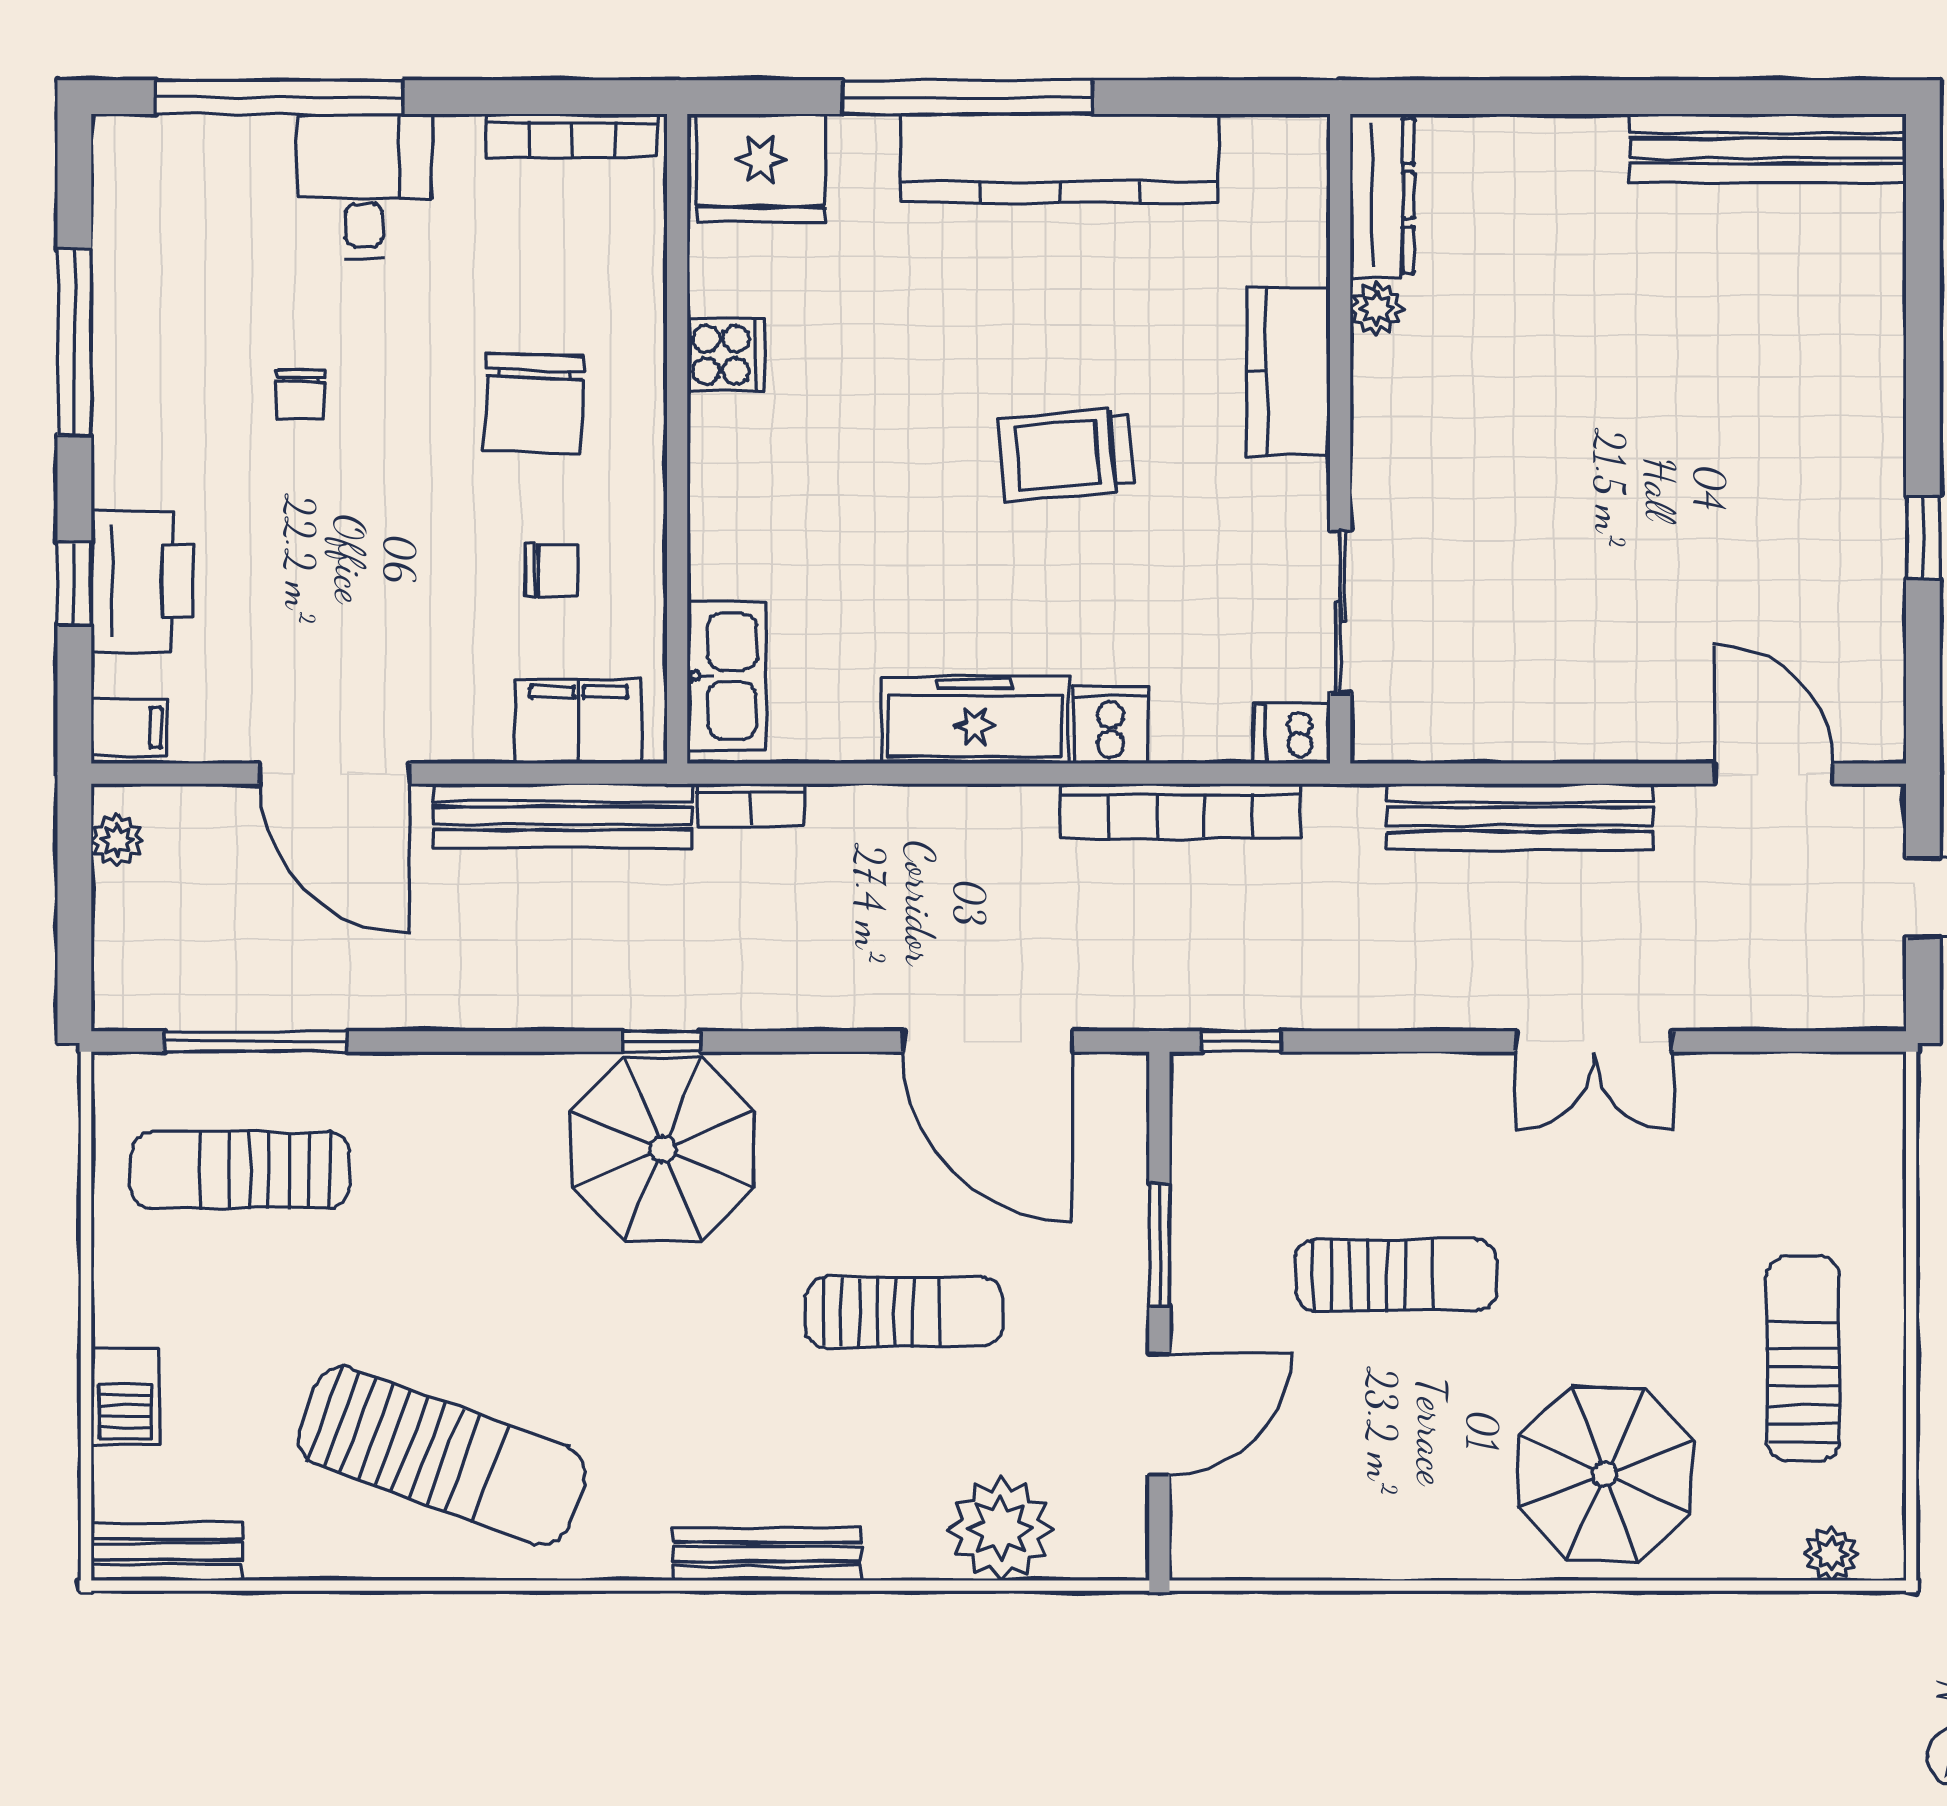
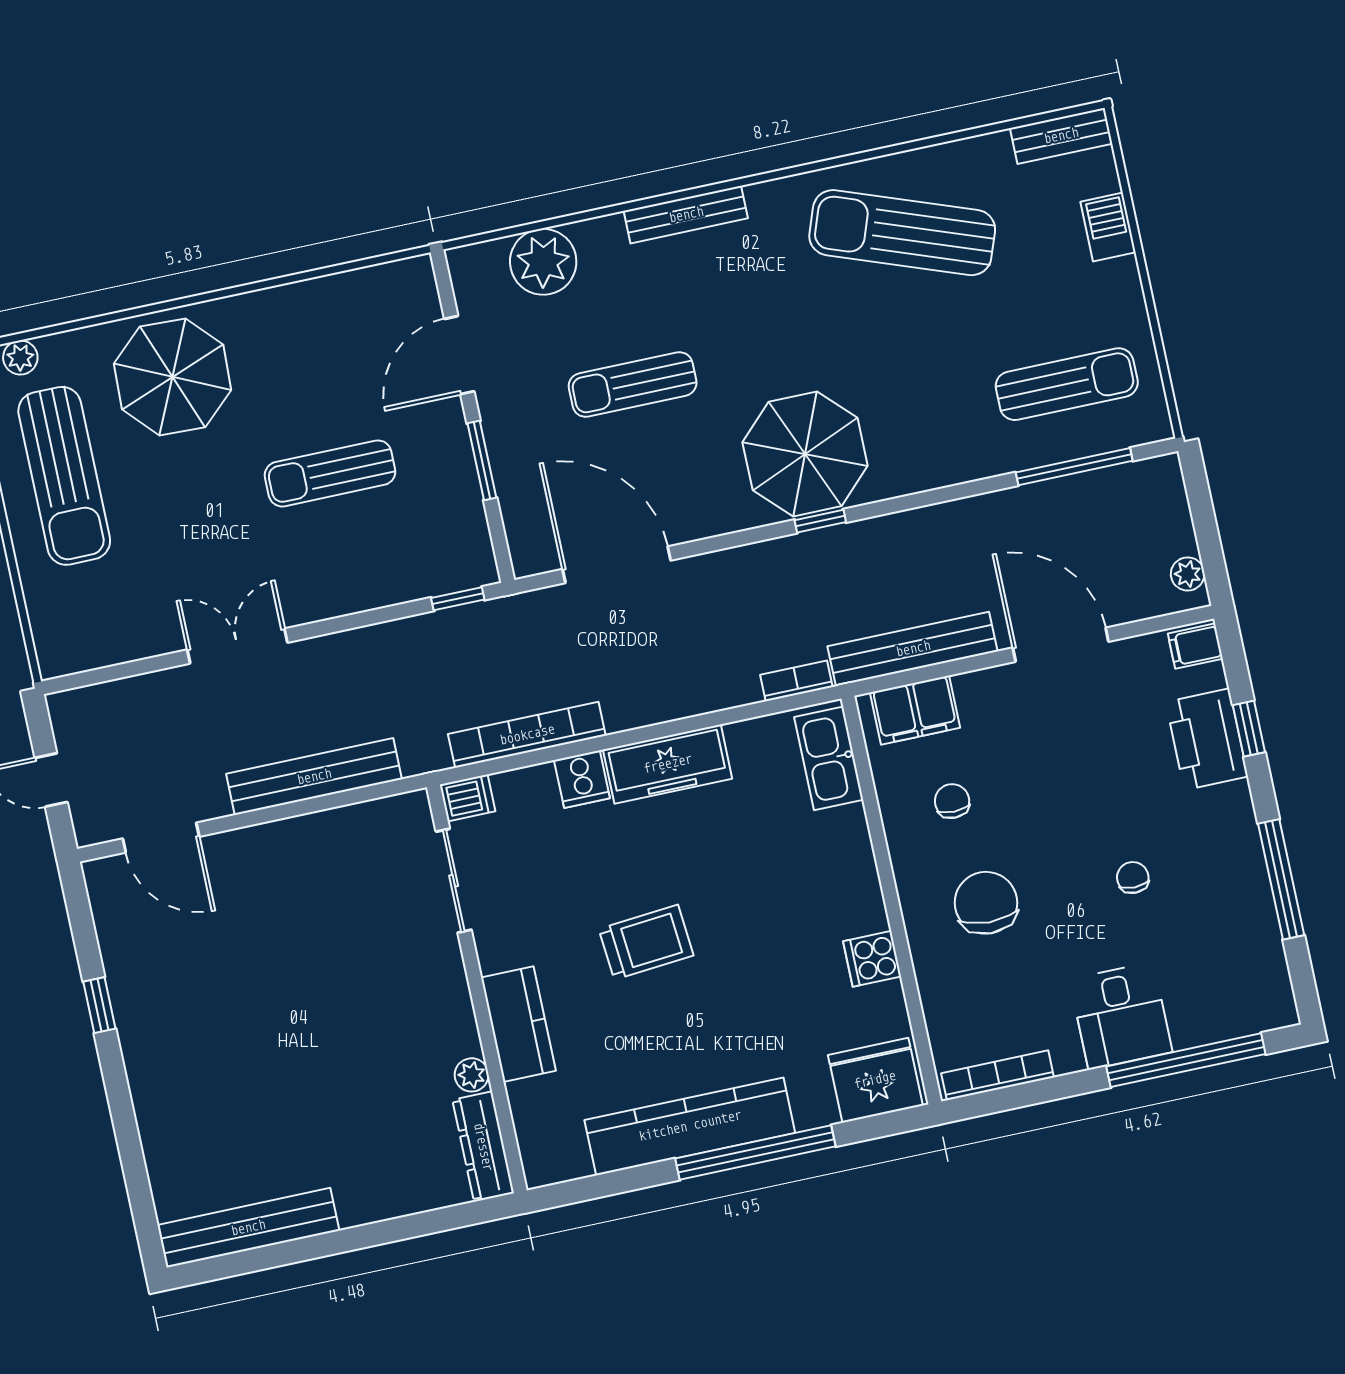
chair: (552, 570) -> (952, 801), turned 90
sun lounger: (1803, 1359) -> (64, 476), width x1.36, depth x1.34

